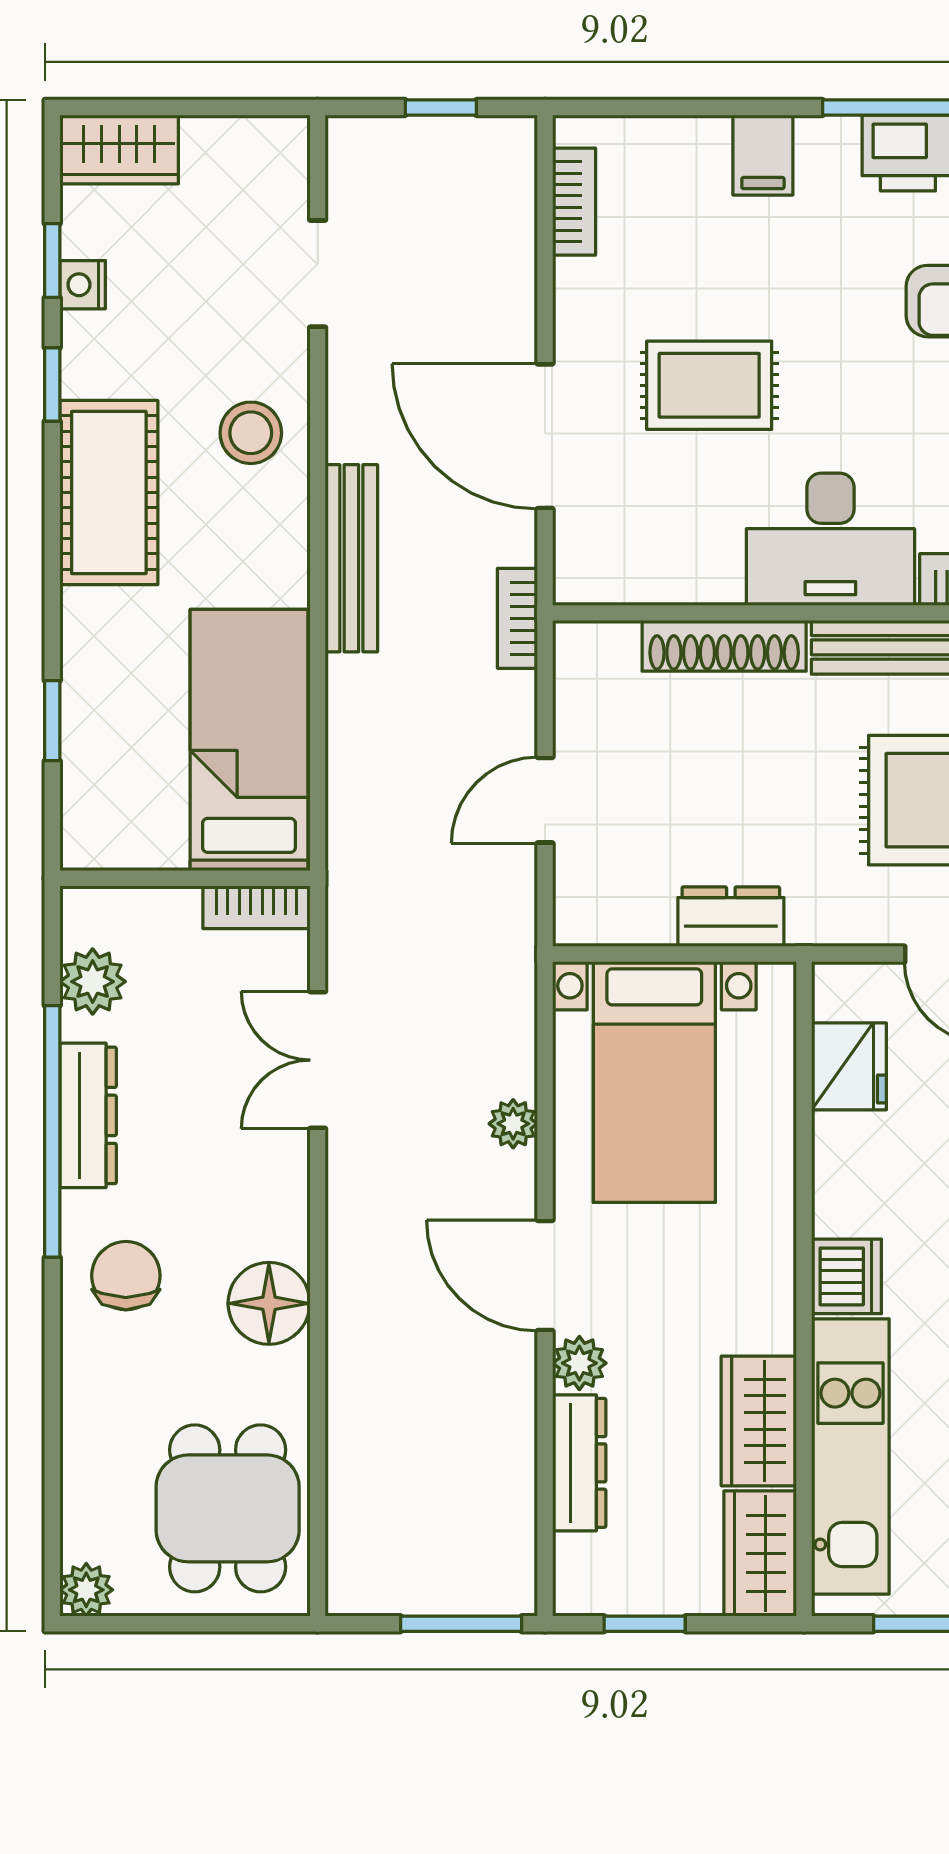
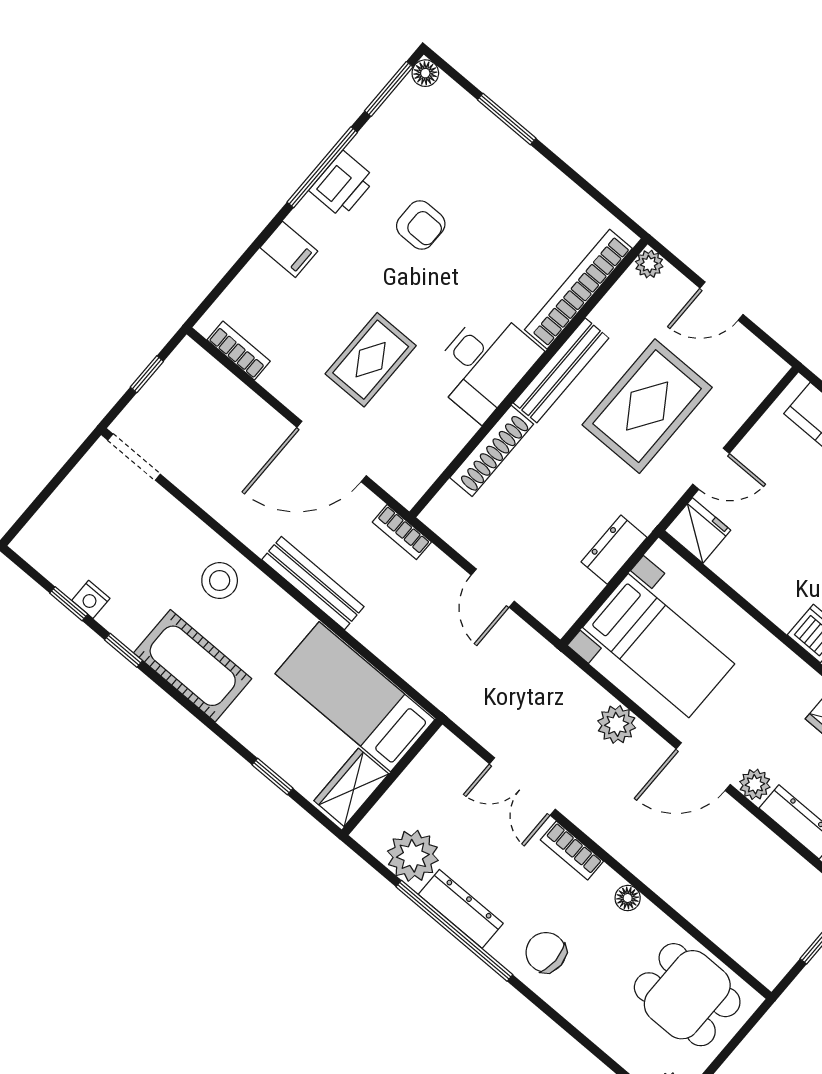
wardrobe: (119, 149) -> (351, 787), moved, turned 180
doorway: (318, 274) -> (134, 457), moved
bookcase: (256, 907) -> (572, 851), moved, turned 90
plant: (93, 982) -> (413, 856), width x1.36, depth x1.36
fridge: (849, 1066) -> (698, 530), moved
plant: (513, 1124) -> (617, 724), width x1.38, depth x1.38
floor lamp: (269, 1303) -> (628, 898), width x0.53, depth x0.53

